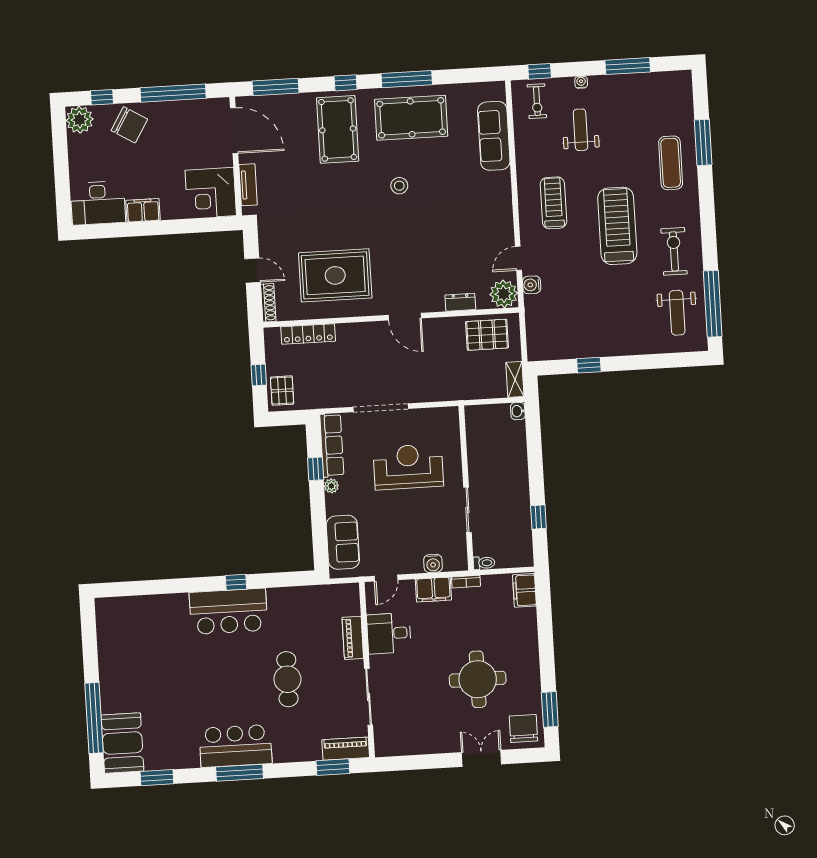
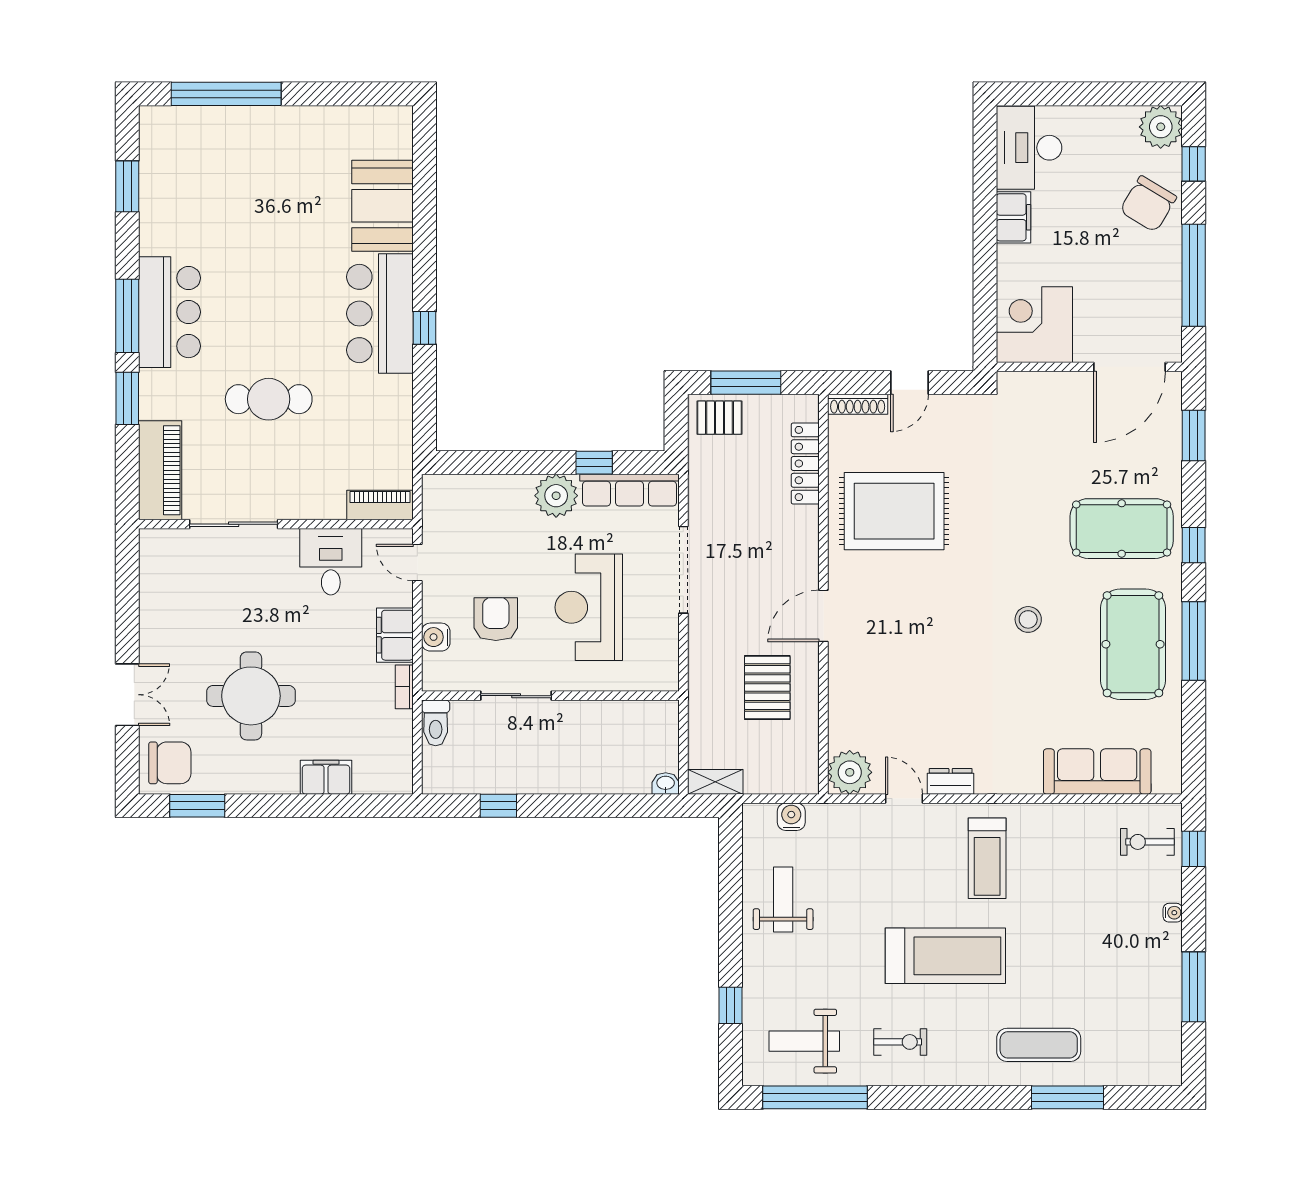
window: (276, 87) -> (1194, 436), width x0.69
weight bench: (581, 130) -> (783, 900), moved, turned -90
tv unit: (248, 185) -> (1044, 384), removed
treadmill: (553, 203) -> (987, 858), turned 90
exercise bike: (674, 251) -> (900, 1042), width x0.73, depth x0.72
rug: (335, 275) -> (894, 511), turned 90
water cooler: (532, 285) -> (791, 817), moved
dresser: (460, 302) -> (951, 781), moved, turned -90
pallet: (487, 335) -> (767, 688), moved
window: (589, 365) -> (730, 1005), moved
window: (259, 375) -> (746, 383), width x2.17
reception desk: (408, 467) -> (589, 607), turned 180
plant: (331, 486) -> (556, 496), width x1.87, depth x1.87
armchair: (419, 526) -> (496, 619), added
sofa: (343, 542) -> (477, 498), removed
toilet: (484, 563) -> (436, 723), width x1.37, depth x1.39
filing cabinet: (524, 590) -> (326, 777), moved
piano: (353, 638) -> (380, 505), moved
booth: (122, 743) -> (382, 206), moved, turned 90
piano: (346, 749) -> (160, 470), width x1.37, depth x1.33
window: (333, 767) -> (127, 398), moved

